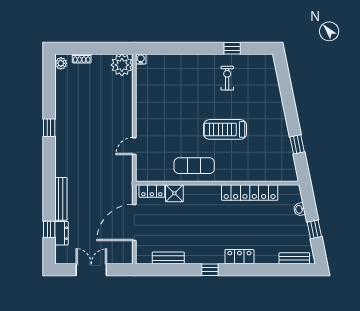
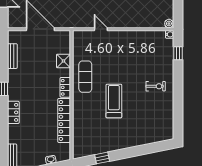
window: (232, 48) -> (178, 53), moved
plant: (122, 65) -> (169, 24), width x0.53, depth x0.53
exercise bike: (227, 78) -> (156, 86), moved
locker: (152, 191) -> (65, 87), moved

